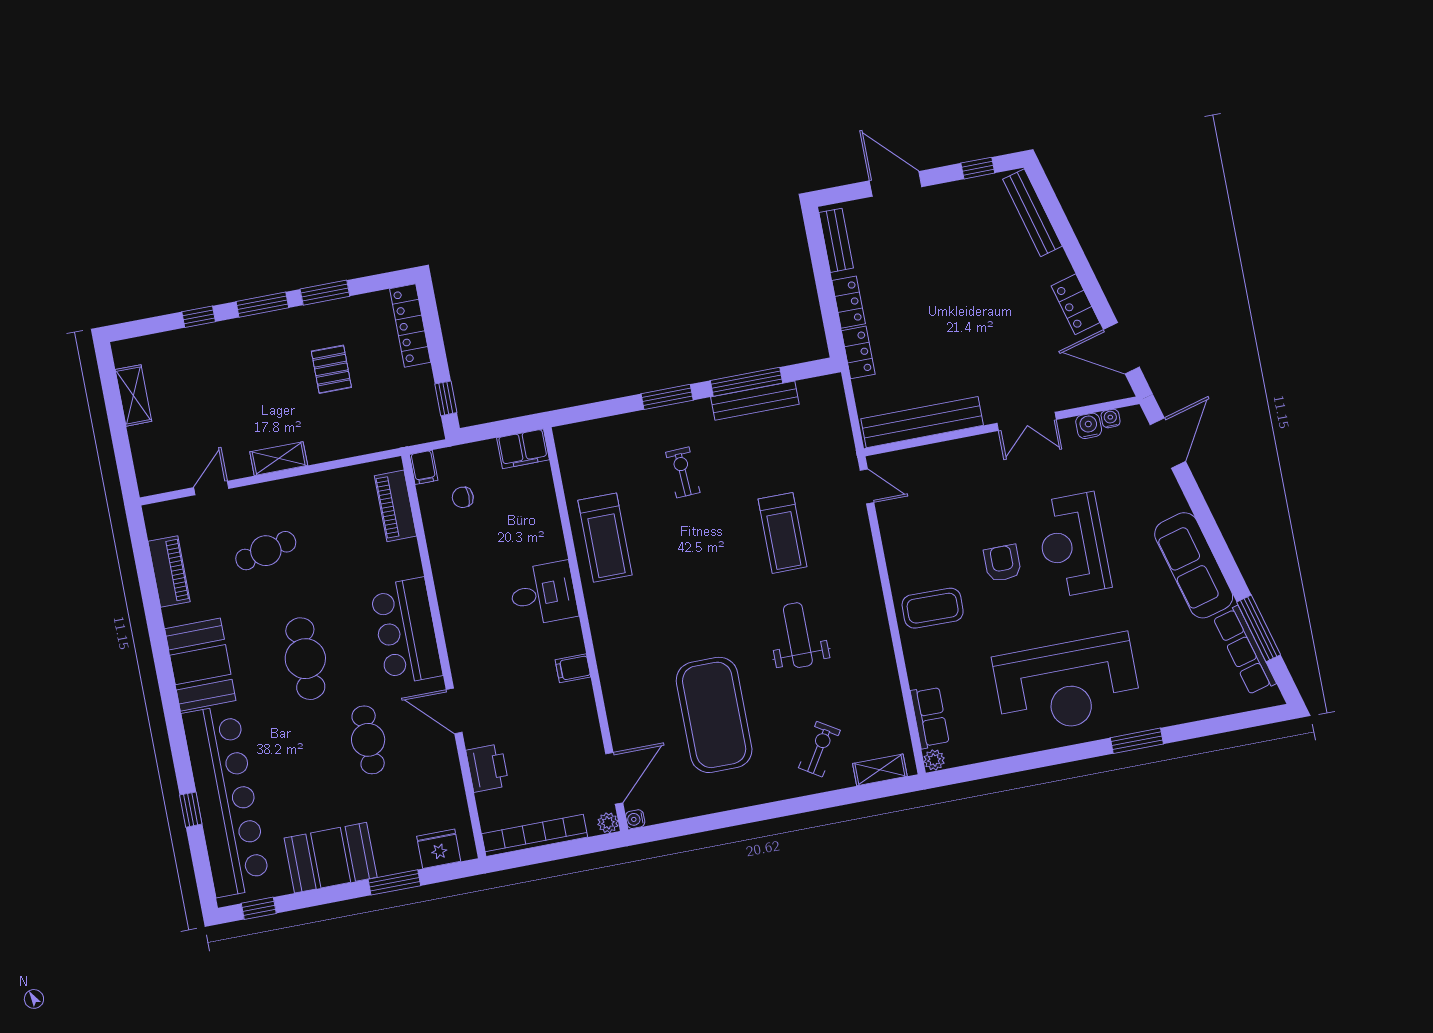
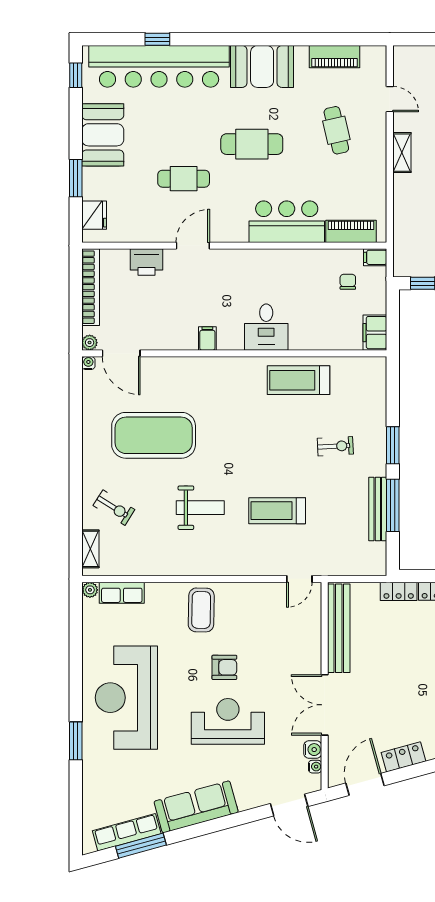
double door: (1027, 421) -> (325, 705), width x1.37
bar counter: (406, 631) -> (287, 222), moved

